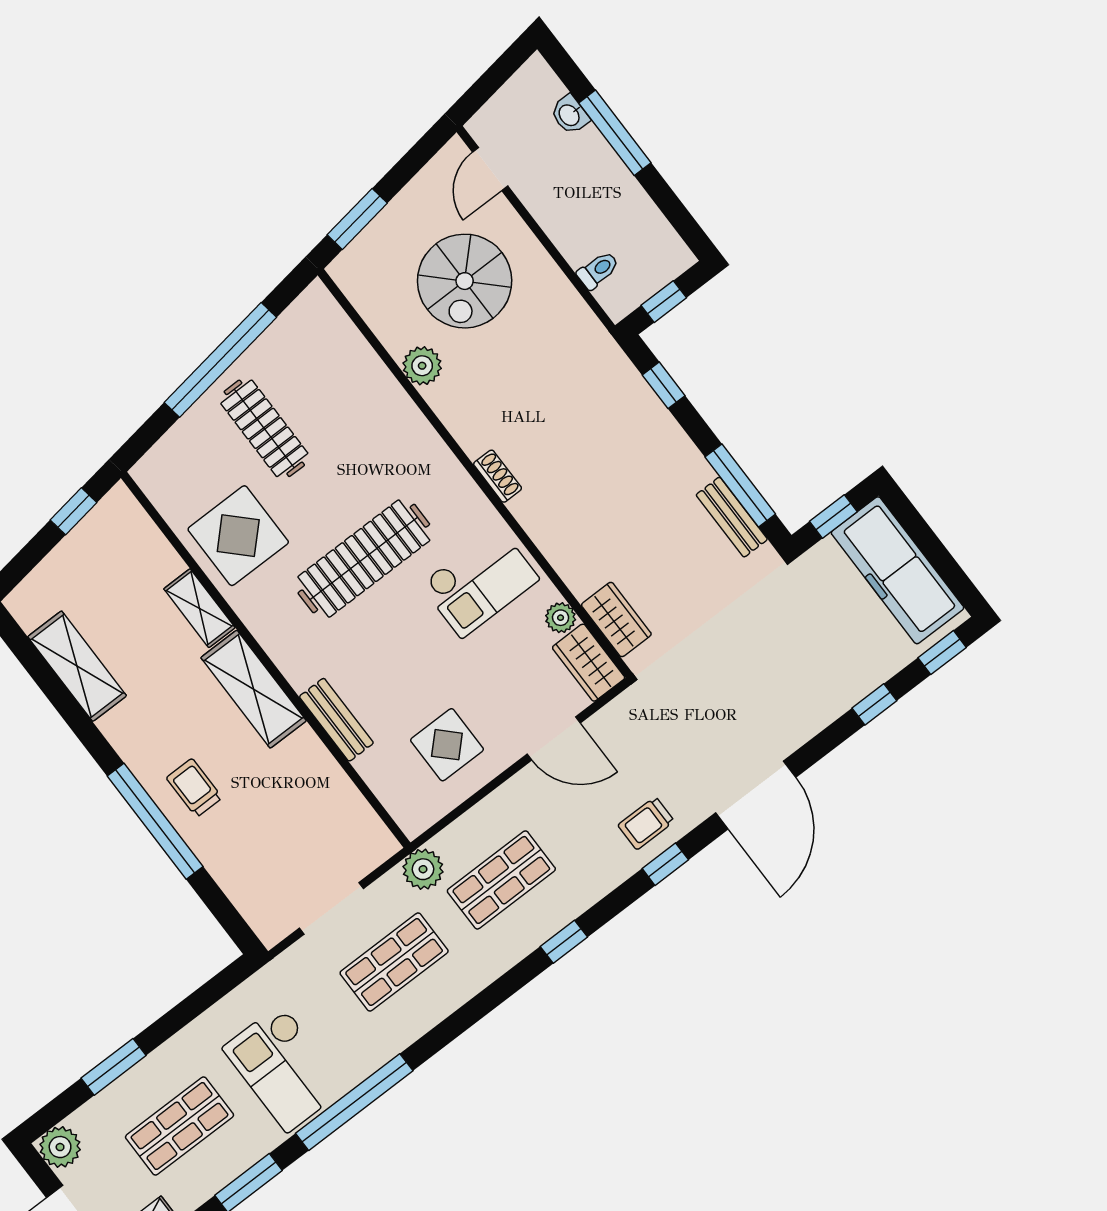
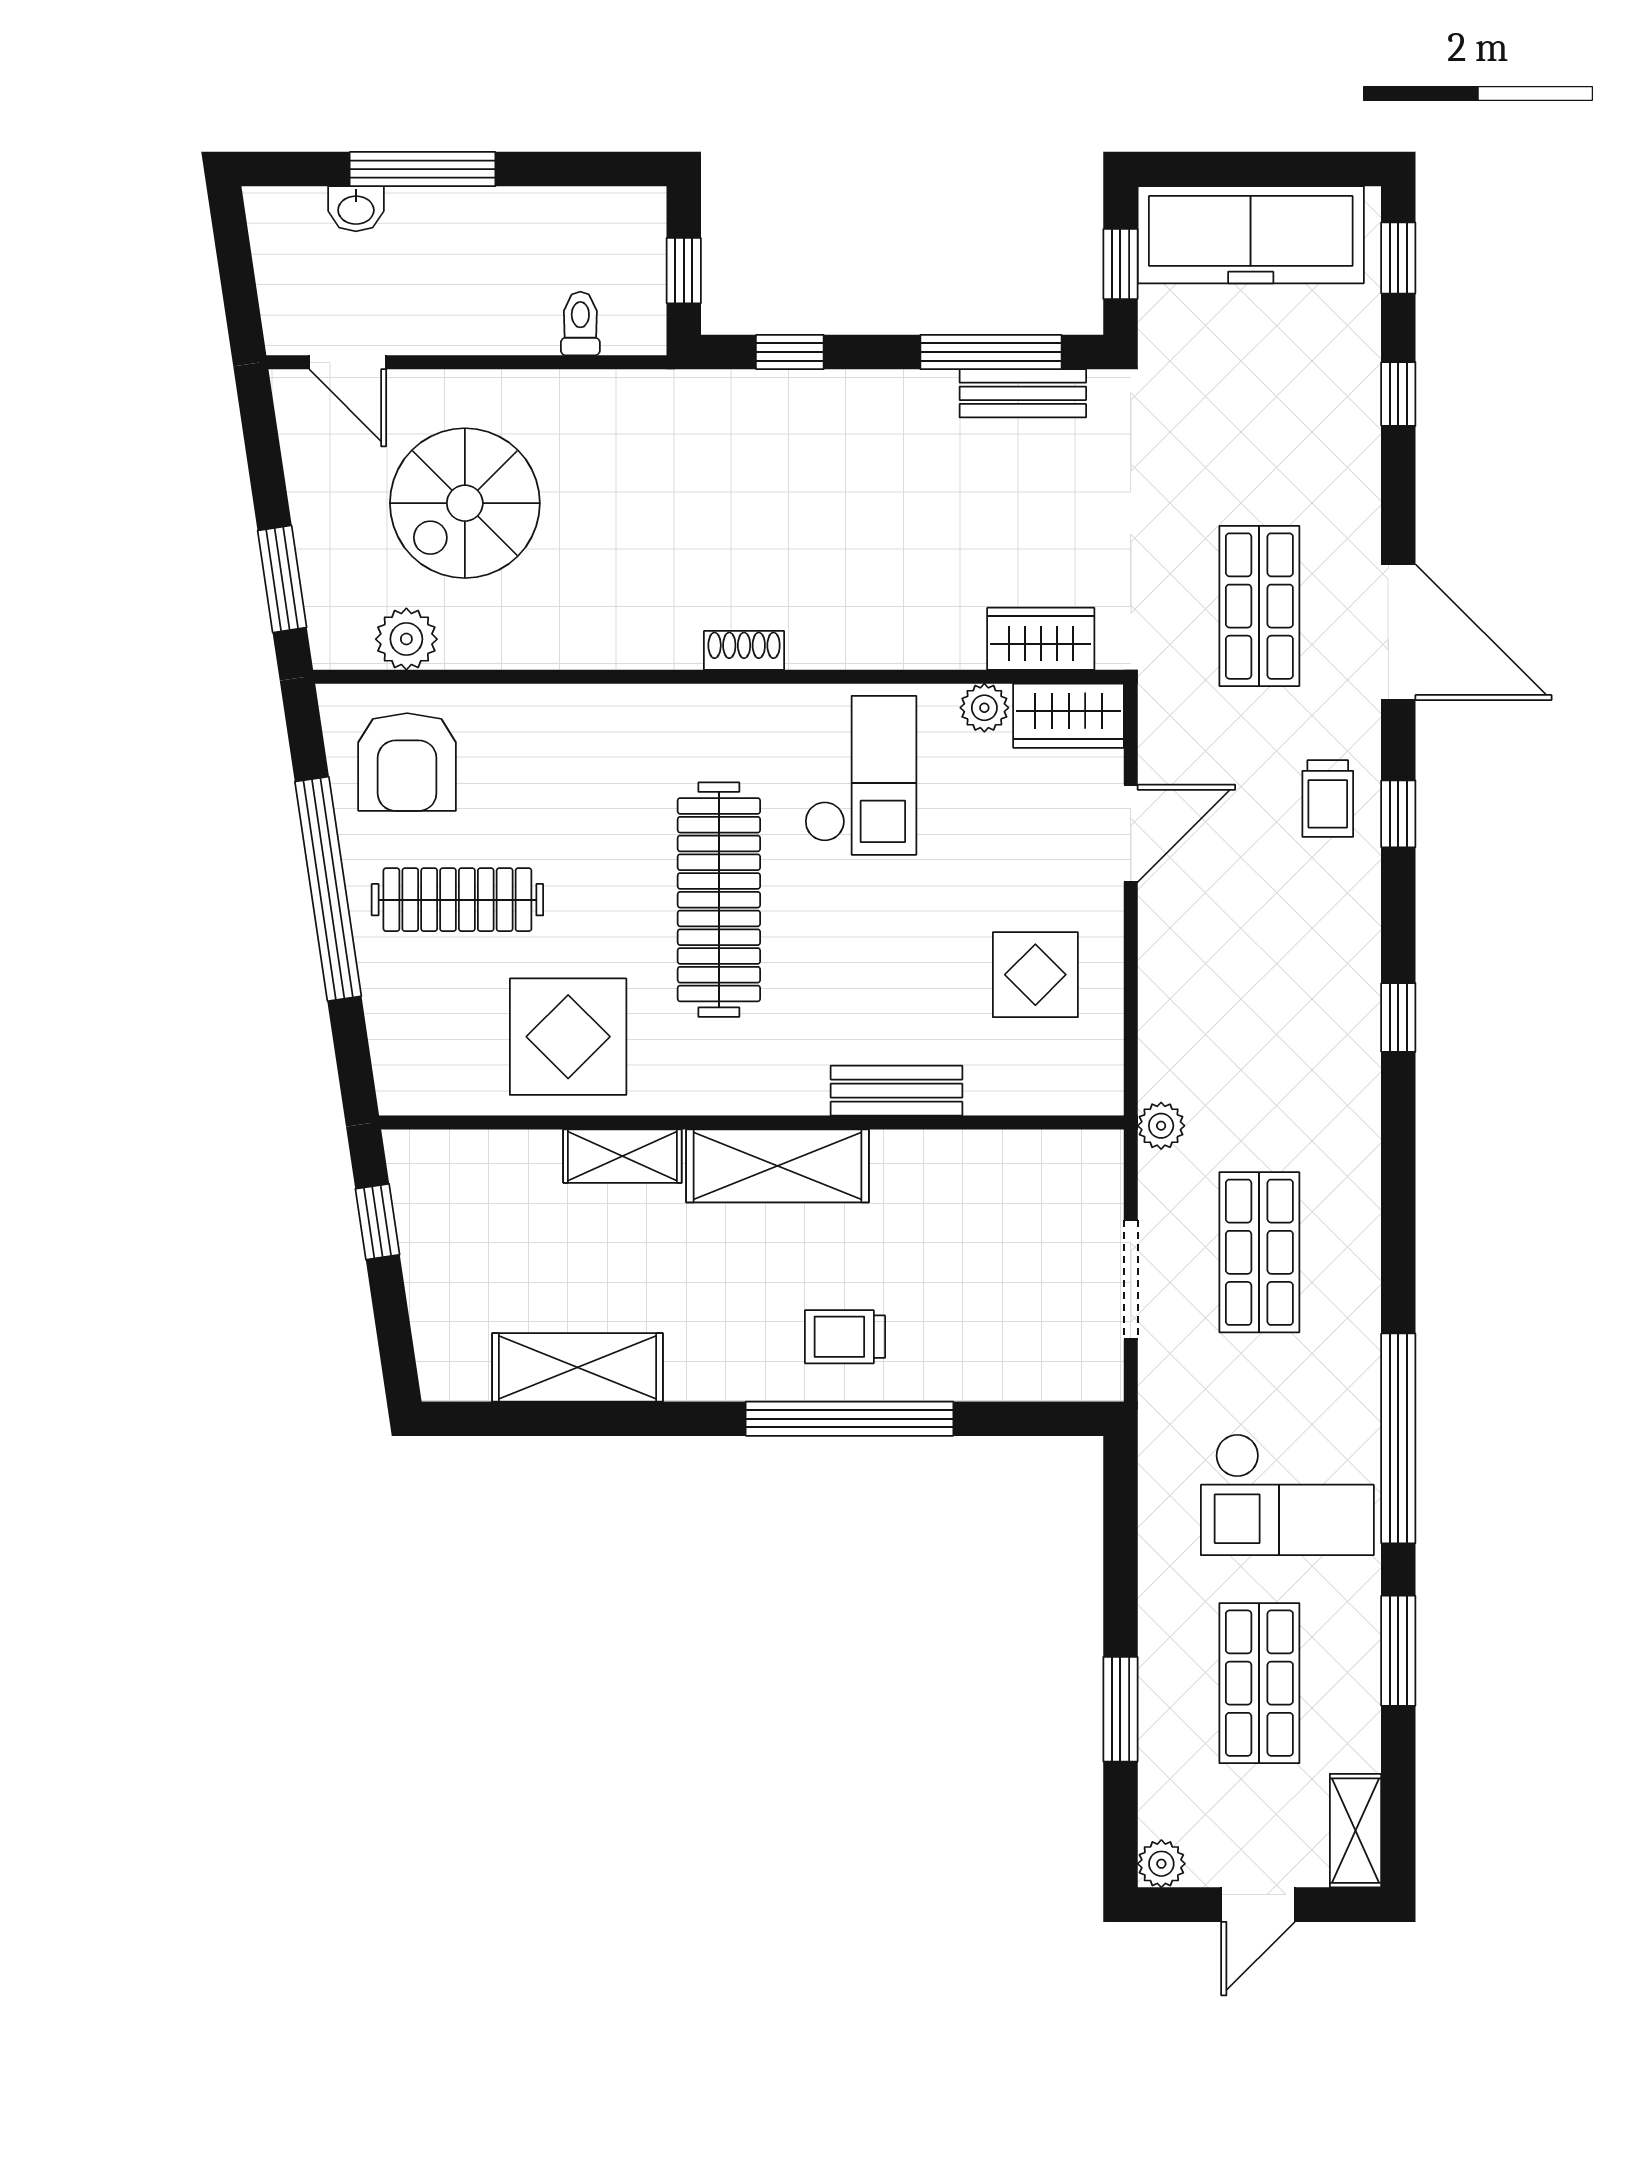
spiral stairs: (465, 281) -> (465, 503), turned 90
armchair: (314, 351) -> (407, 762), added
plant: (422, 366) -> (406, 639), moved
plant: (423, 869) -> (1161, 1126), width x0.73, depth x0.73
shop shelf: (501, 880) -> (1259, 606), moved
plant: (60, 1147) -> (1161, 1864), width x0.73, depth x0.73

